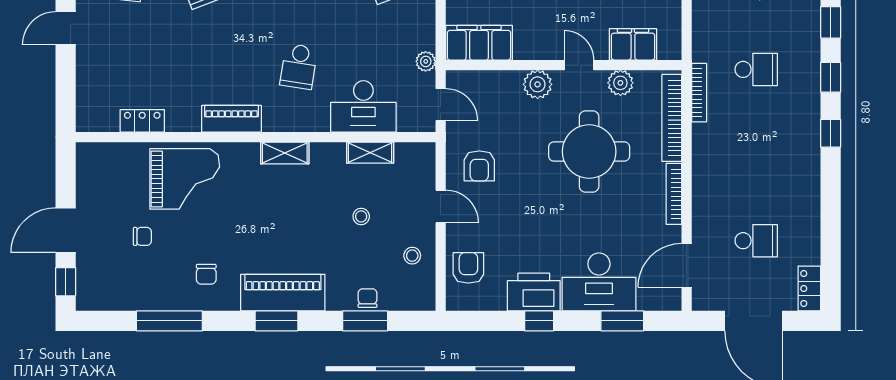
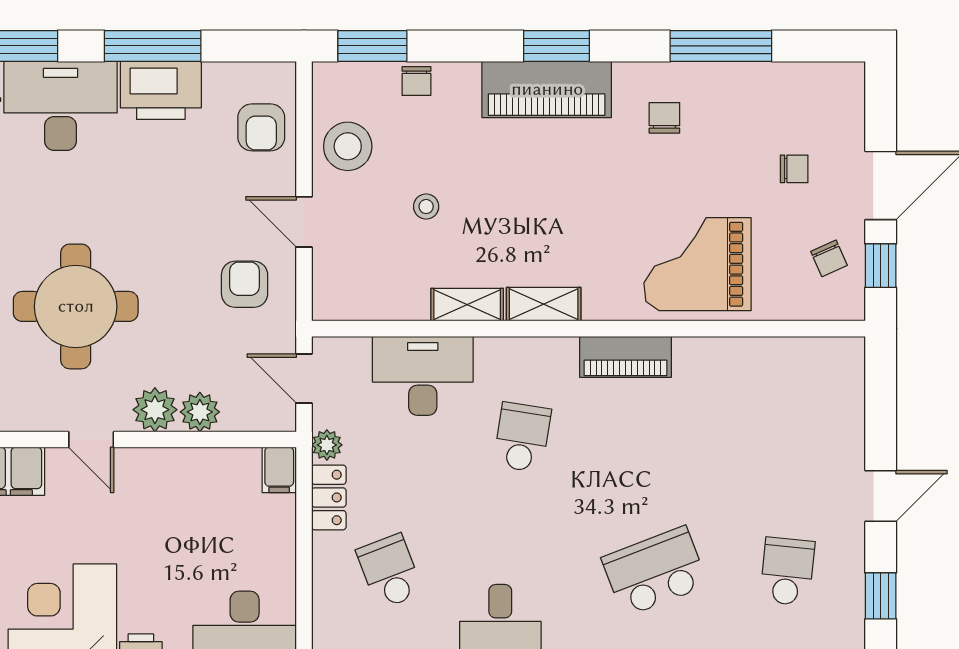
filing cabinet: (479, 43) -> (279, 470), width x0.33, depth x0.86
plant: (620, 83) -> (200, 412), moved
locker: (142, 121) -> (329, 497), moved, turned -90
shelving: (370, 153) -> (467, 305), moved
chair: (99, 183) -> (829, 258), added
chair: (142, 236) -> (794, 169), moved, turned 180
stool: (412, 256) -> (348, 146), width x1.89, depth x1.89
window: (66, 282) -> (881, 266), moved
window: (365, 321) -> (372, 46), moved
window: (539, 321) -> (153, 46), width x2.17

